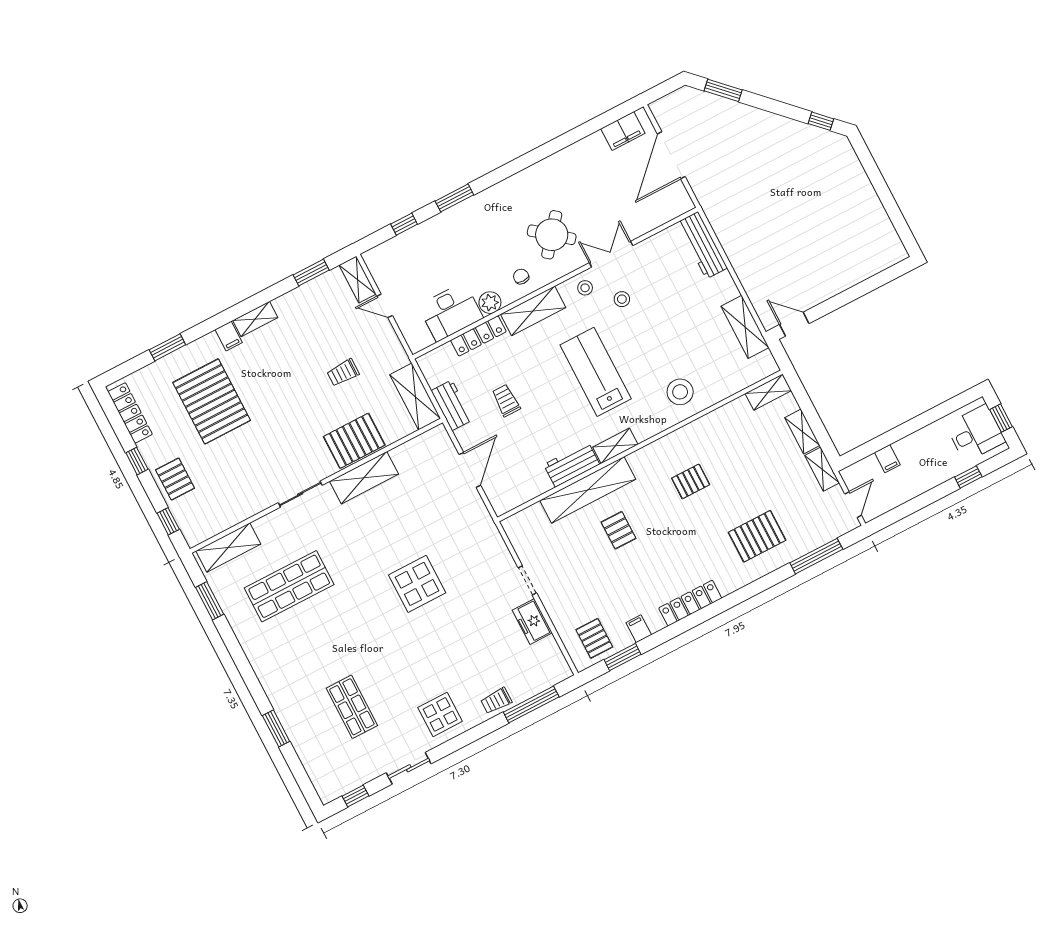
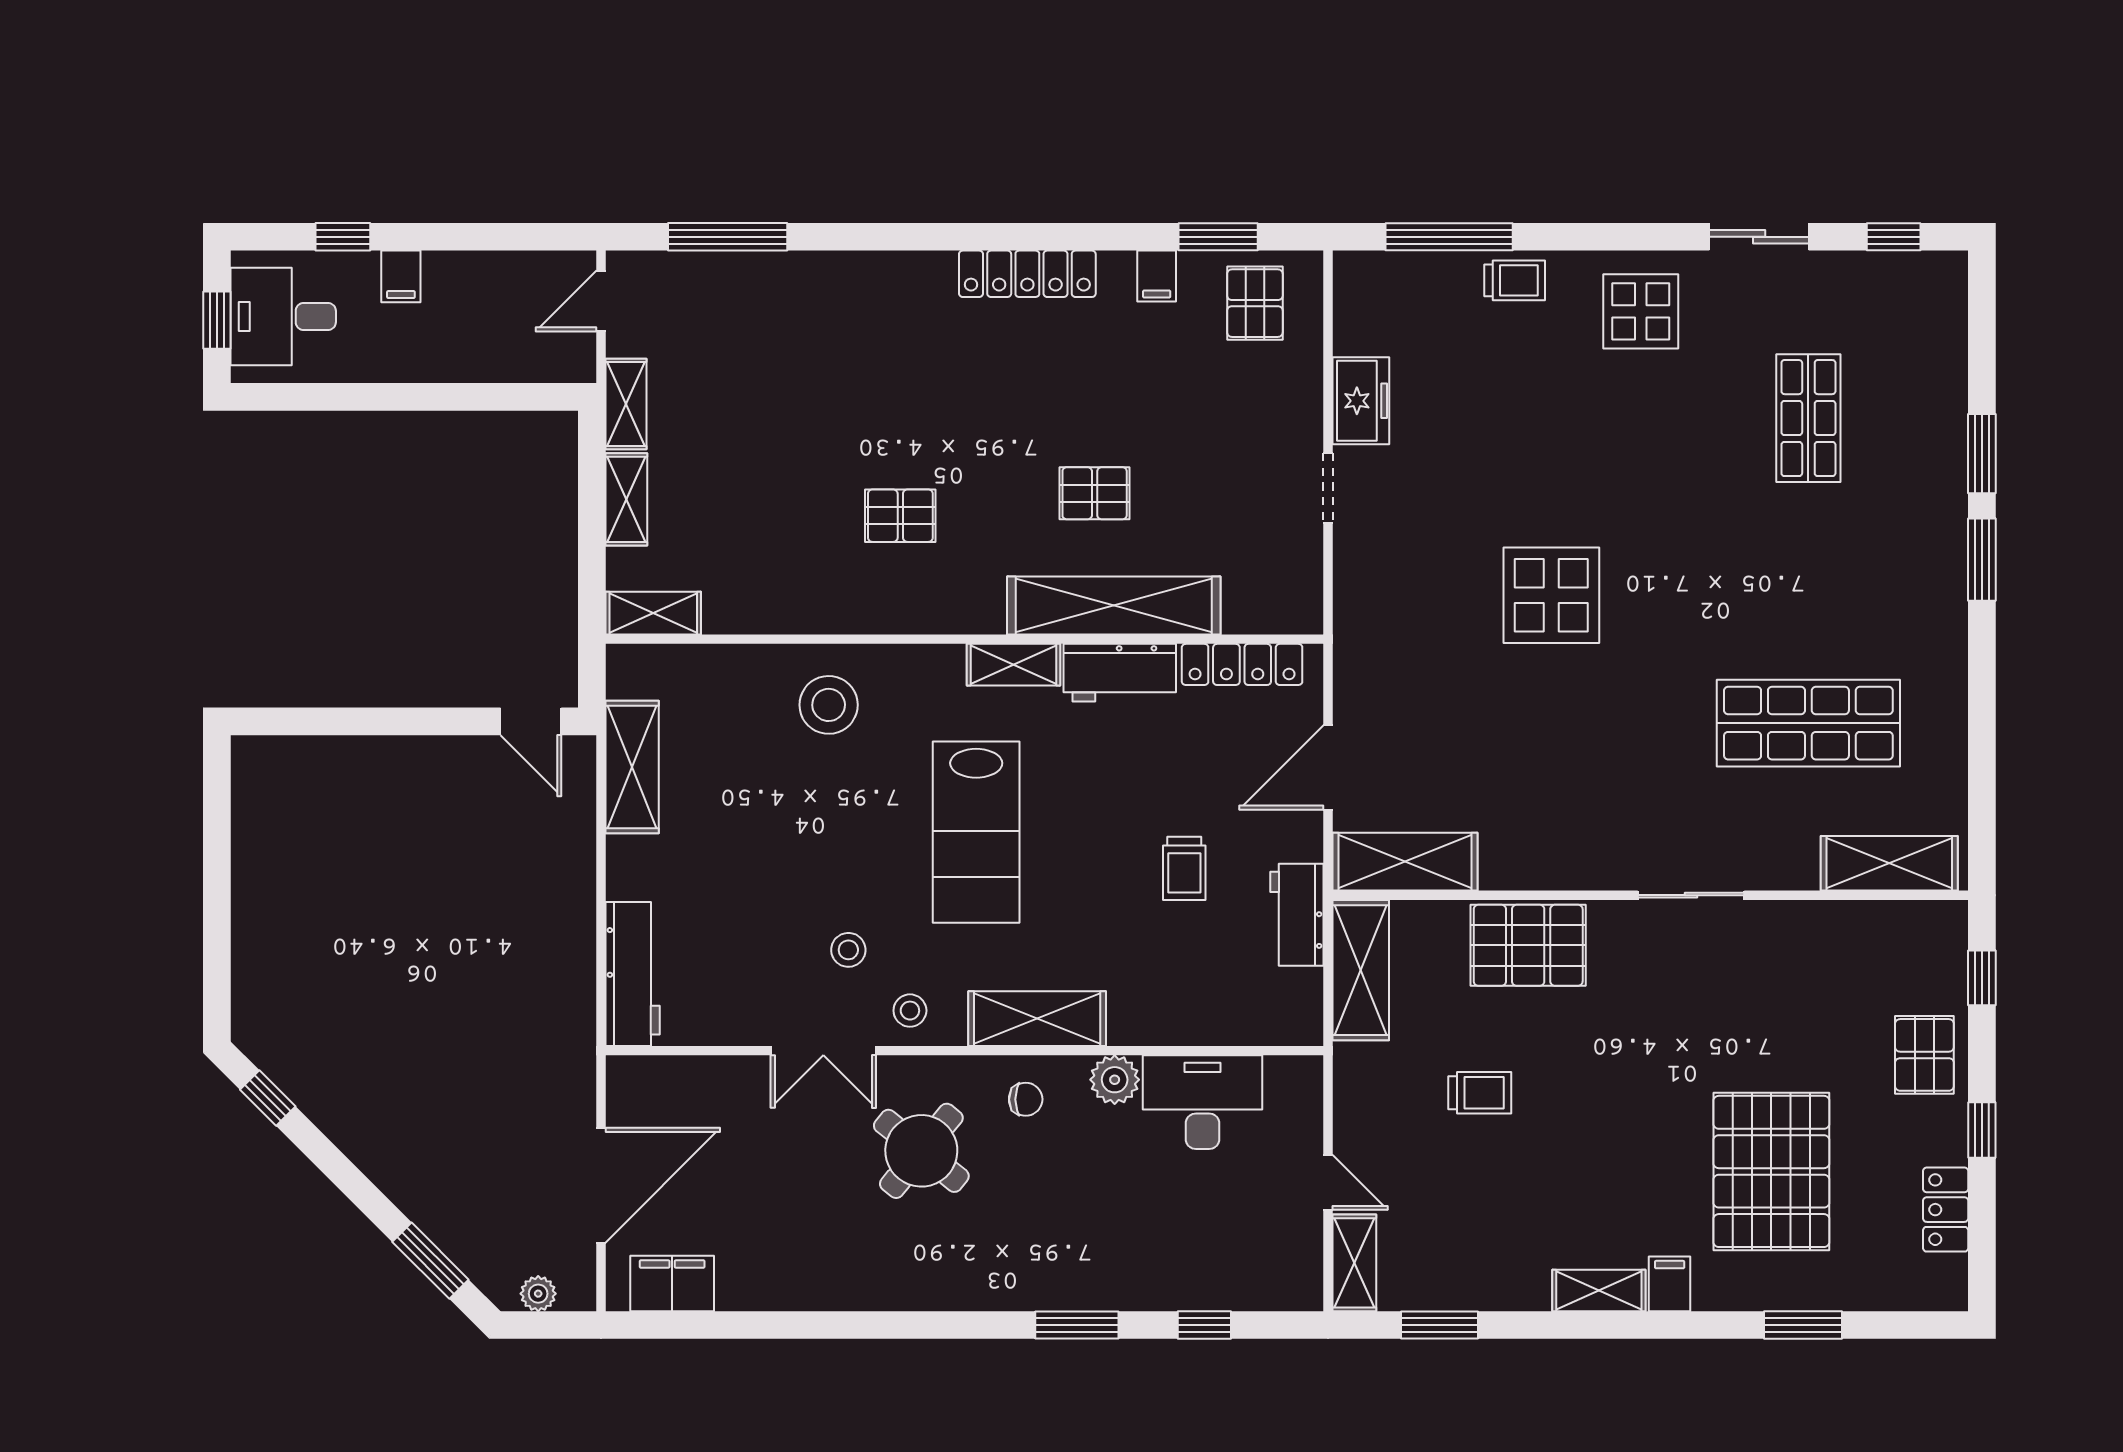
plant: (674, 99) -> (538, 1294), added
chair: (521, 277) -> (1026, 1099), turned -90
locker: (478, 336) -> (1242, 664), moved, turned 180
locker: (130, 413) -> (1946, 1210), width x0.66
filing cabinet: (887, 459) -> (401, 276), moved, turned 180
shelving: (364, 478) -> (1405, 862), moved
pallet: (619, 530) -> (1095, 493), turned 90
pallet: (757, 536) -> (825, 338), removed
window: (210, 601) -> (1982, 560), moved

